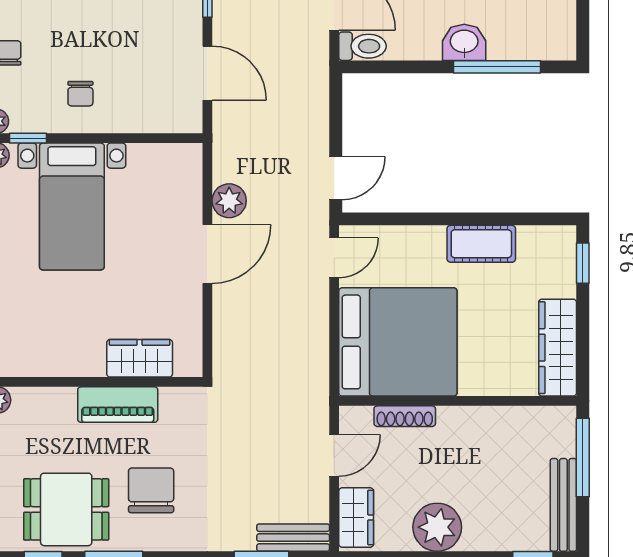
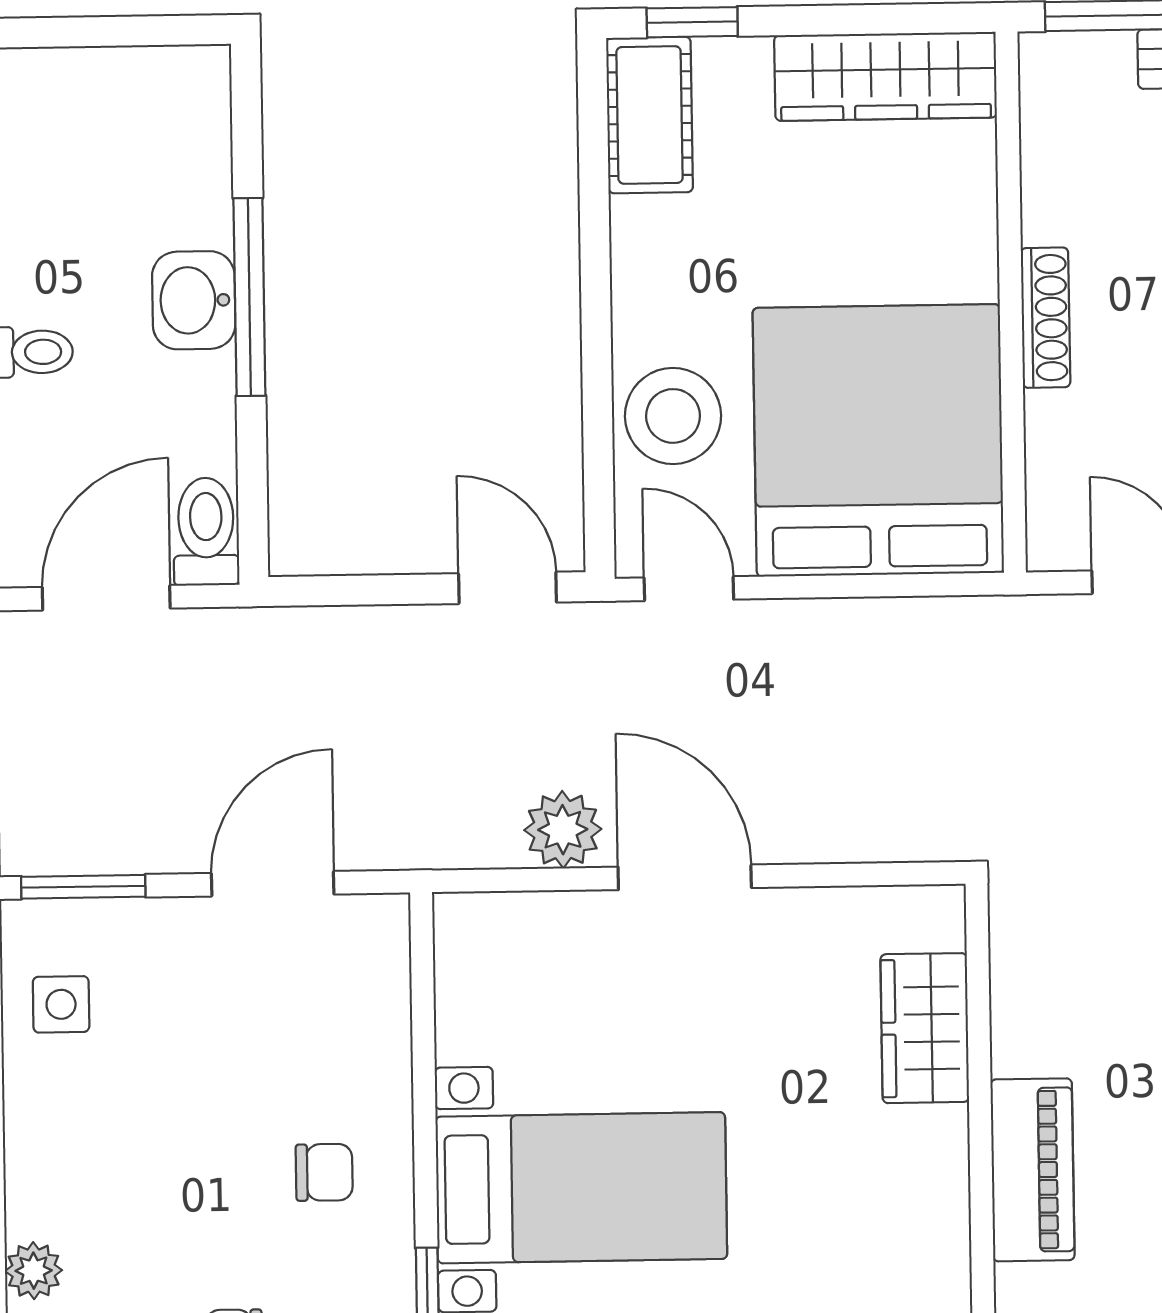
window: (497, 67) -> (249, 297), moved
cot: (481, 244) -> (650, 115), moved
stool: (410, 252) -> (673, 416), added
piano: (118, 405) -> (1033, 1170), moved
shoe rack: (405, 416) -> (1045, 318), moved

